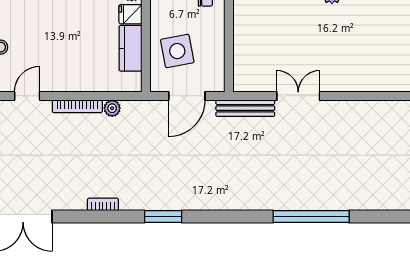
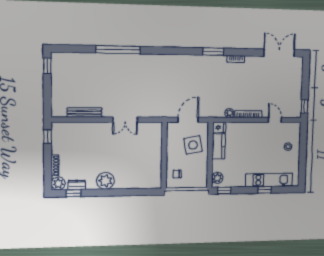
fridge: (130, 14) -> (219, 127), moved
door: (27, 96) -> (275, 120), swing flipped
bench: (245, 108) -> (84, 113), moved
window: (163, 217) -> (213, 52), moved

